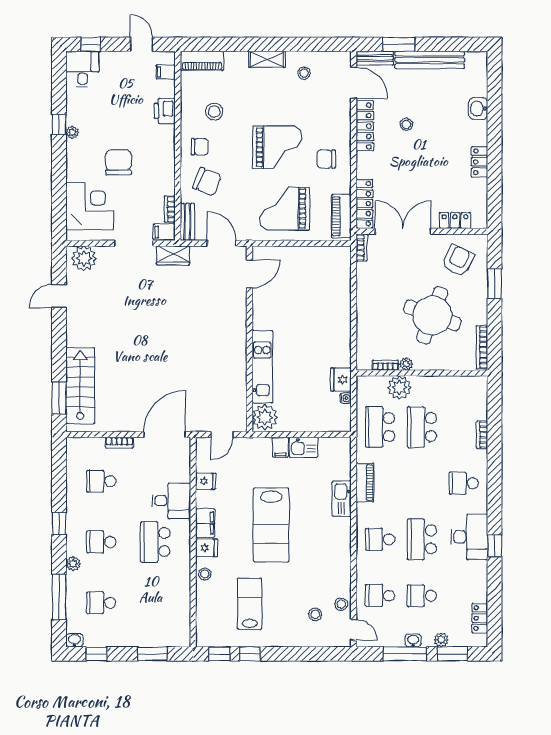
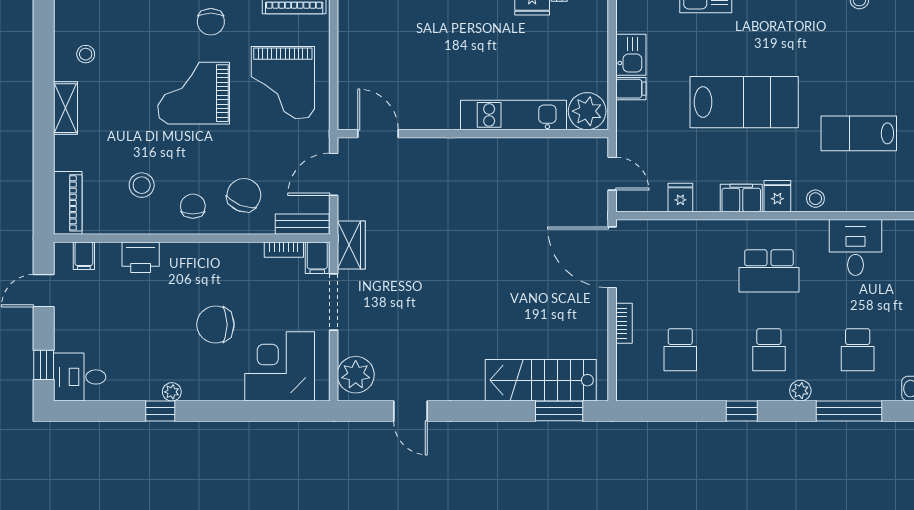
grand piano: (277, 147) -> (194, 93), turned -90
desk: (171, 501) -> (855, 248), moved
stool: (315, 614) -> (874, 38), removed

